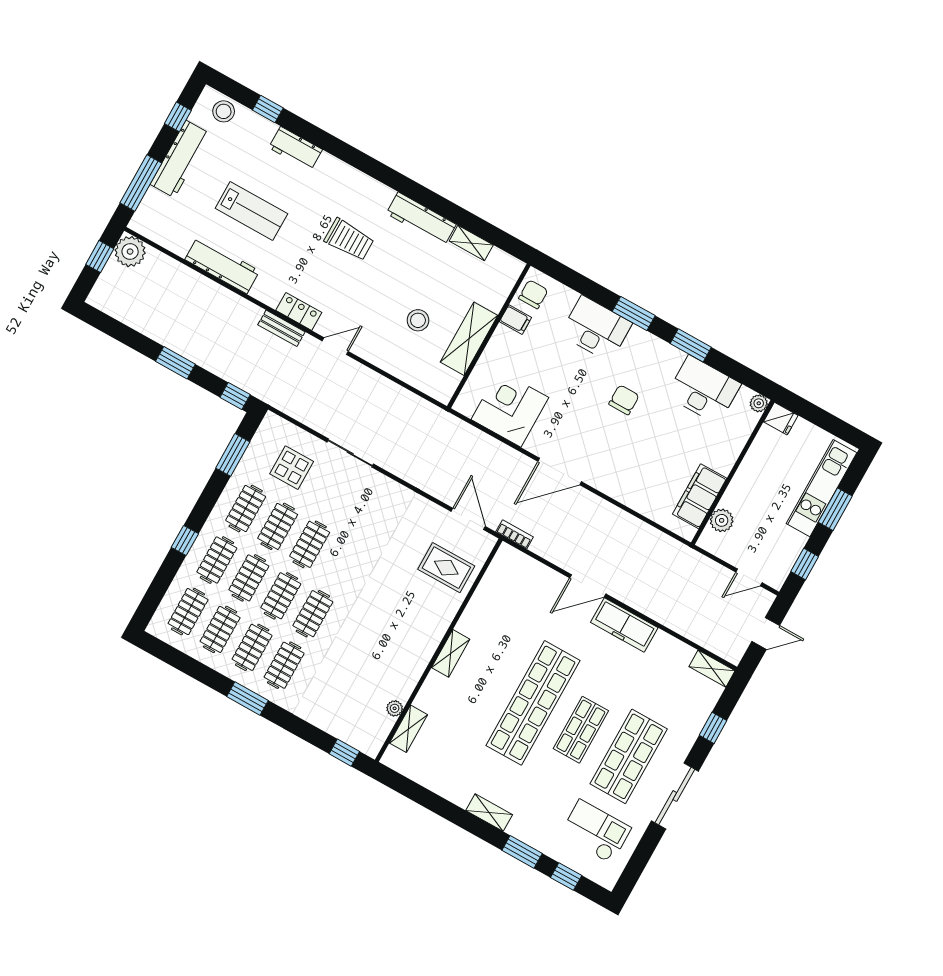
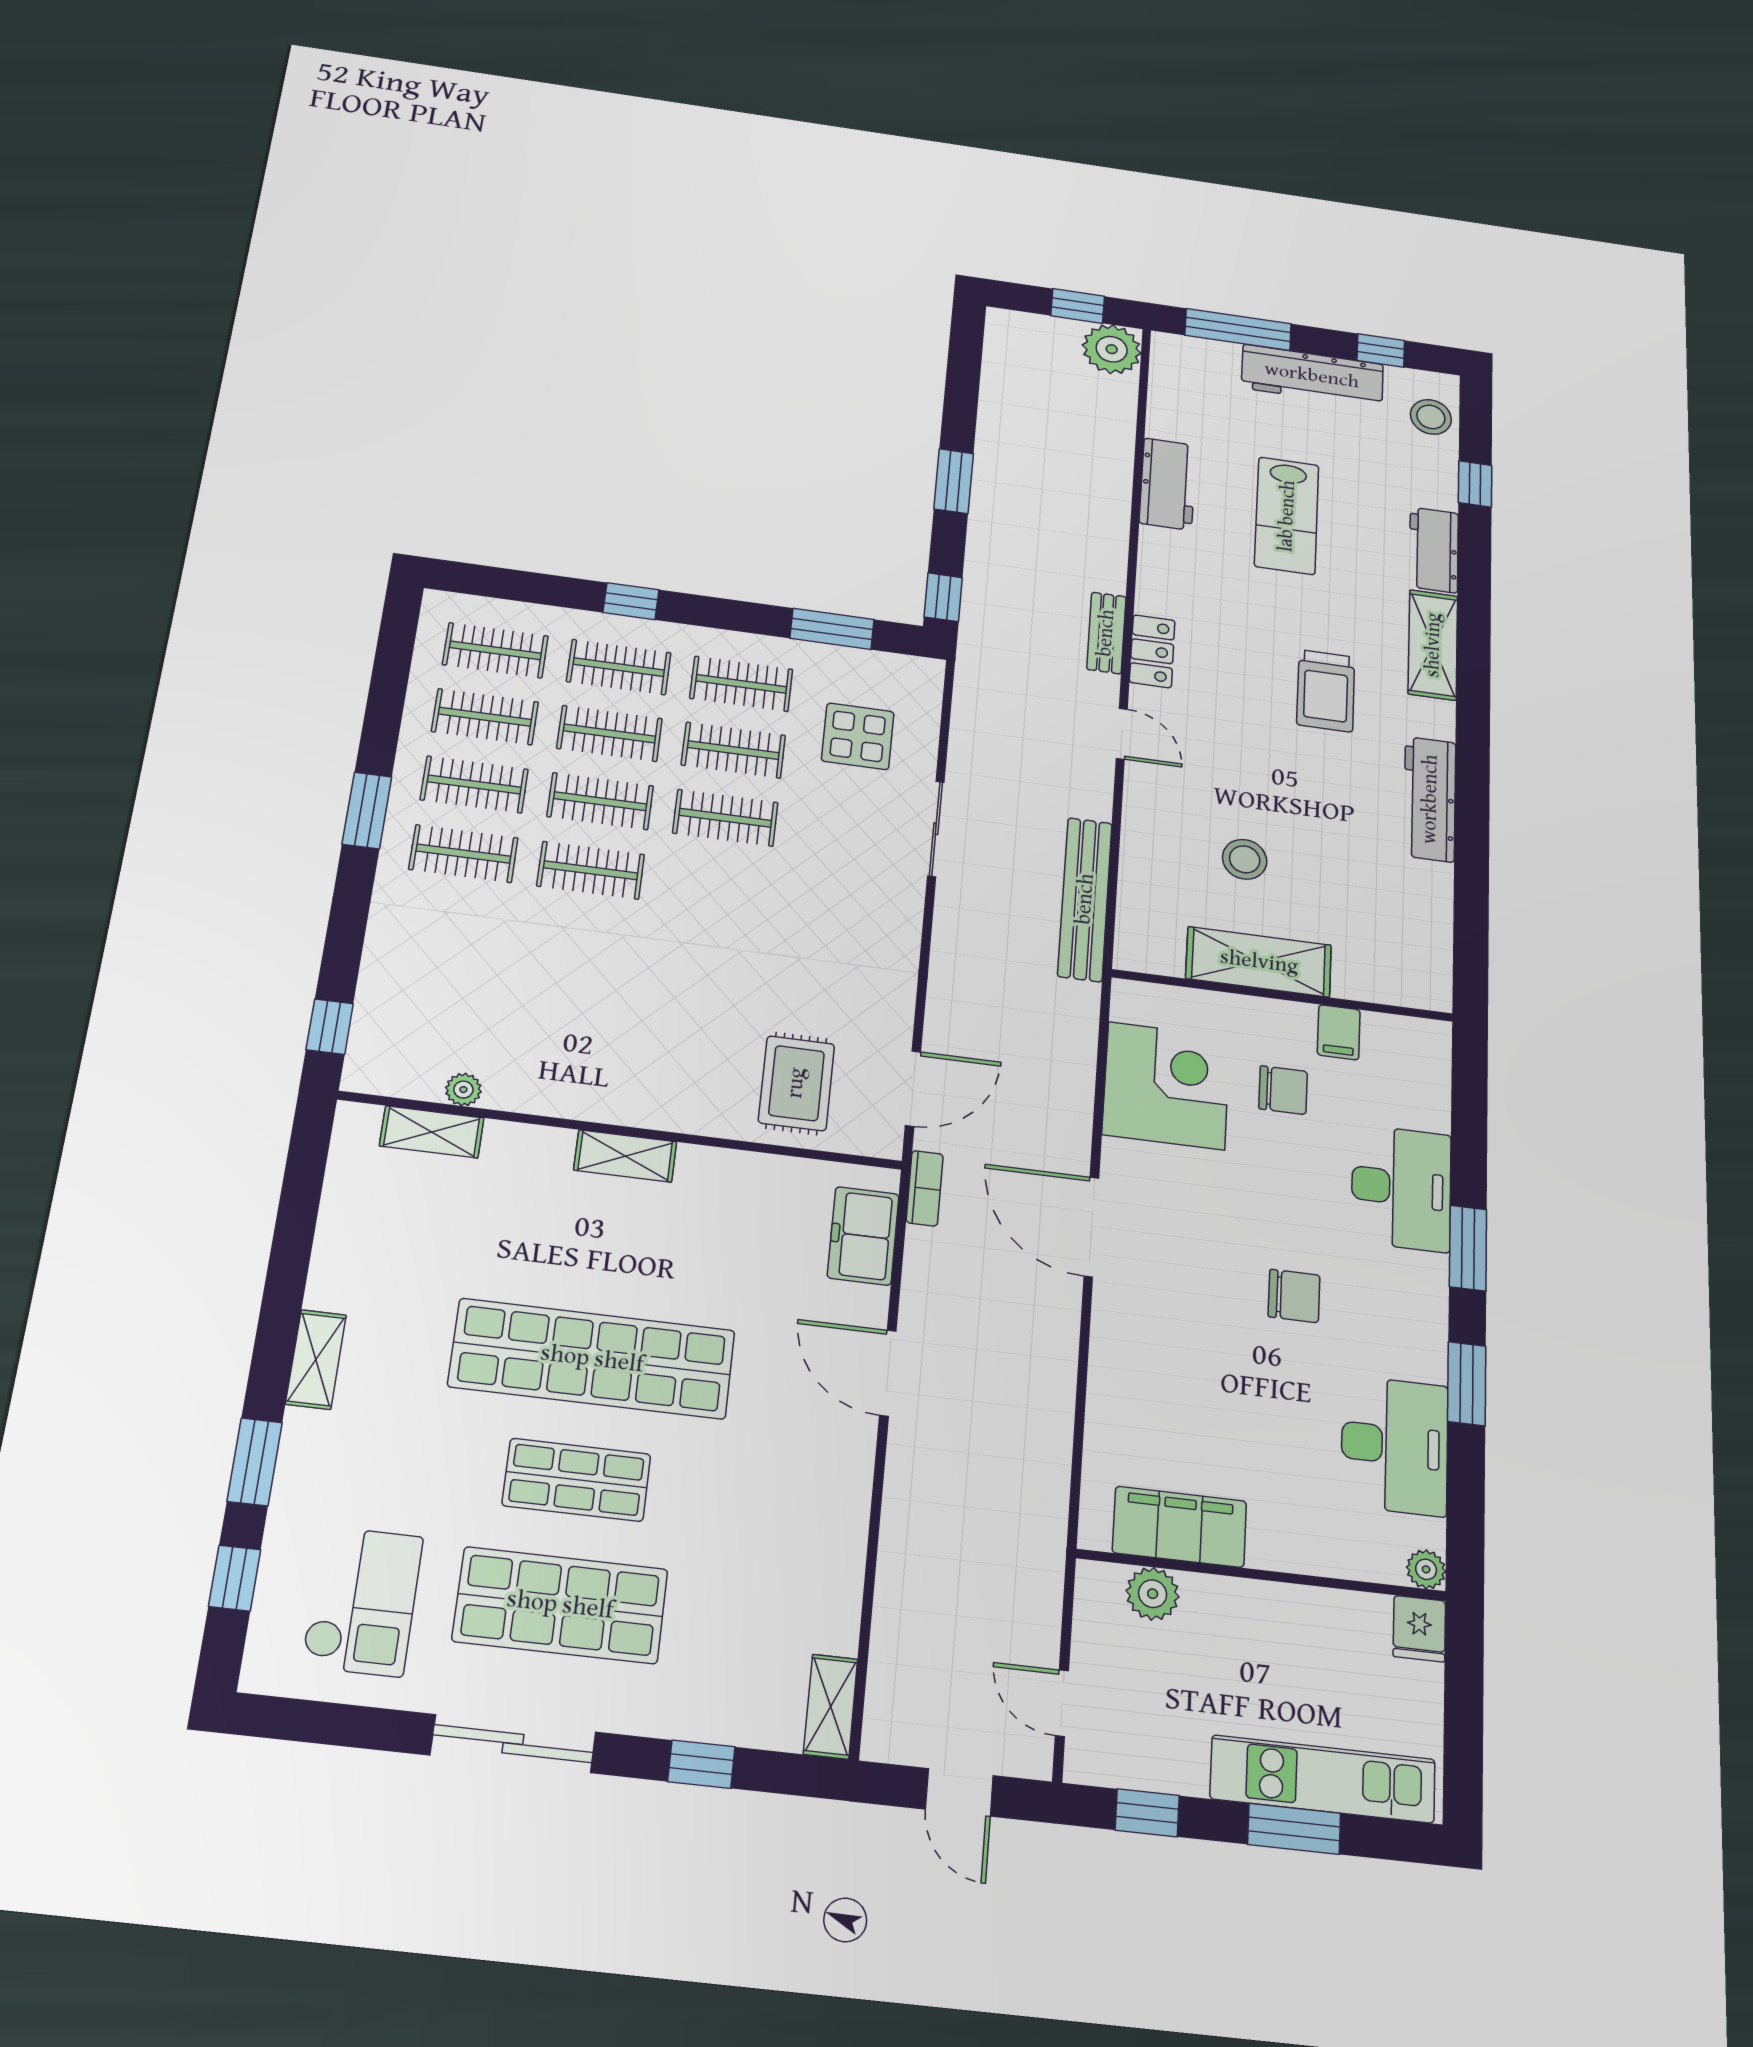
shelving: (471, 243) -> (1433, 645), moved, width x1.50, depth x1.33
workbench: (222, 265) -> (1168, 484), width x0.73
chair: (533, 294) -> (1283, 1090), moved
bench: (409, 402) -> (1085, 899), added
freezer: (624, 625) -> (863, 1236), moved, width x0.71

